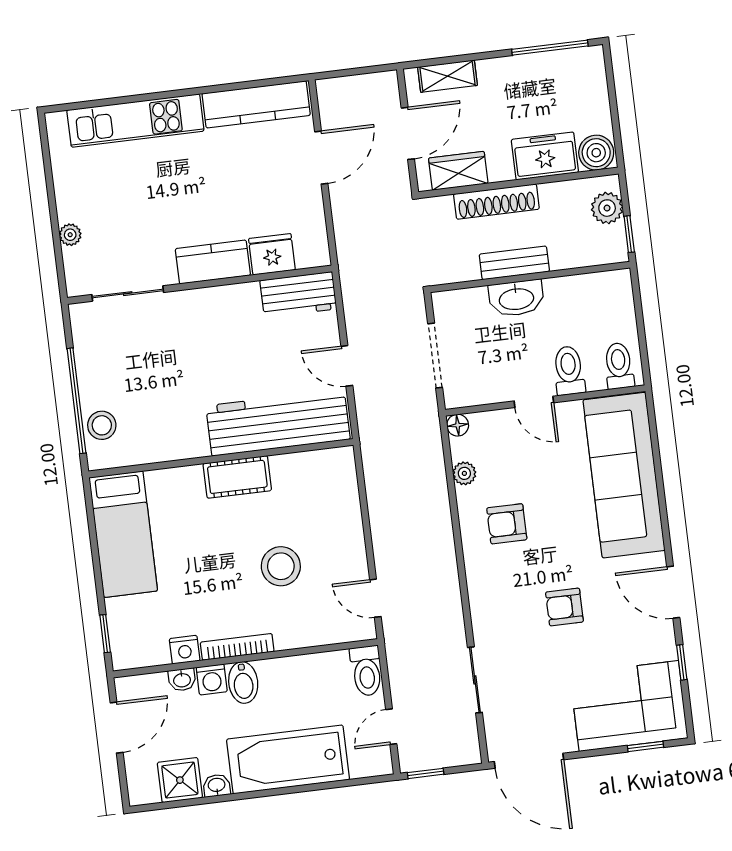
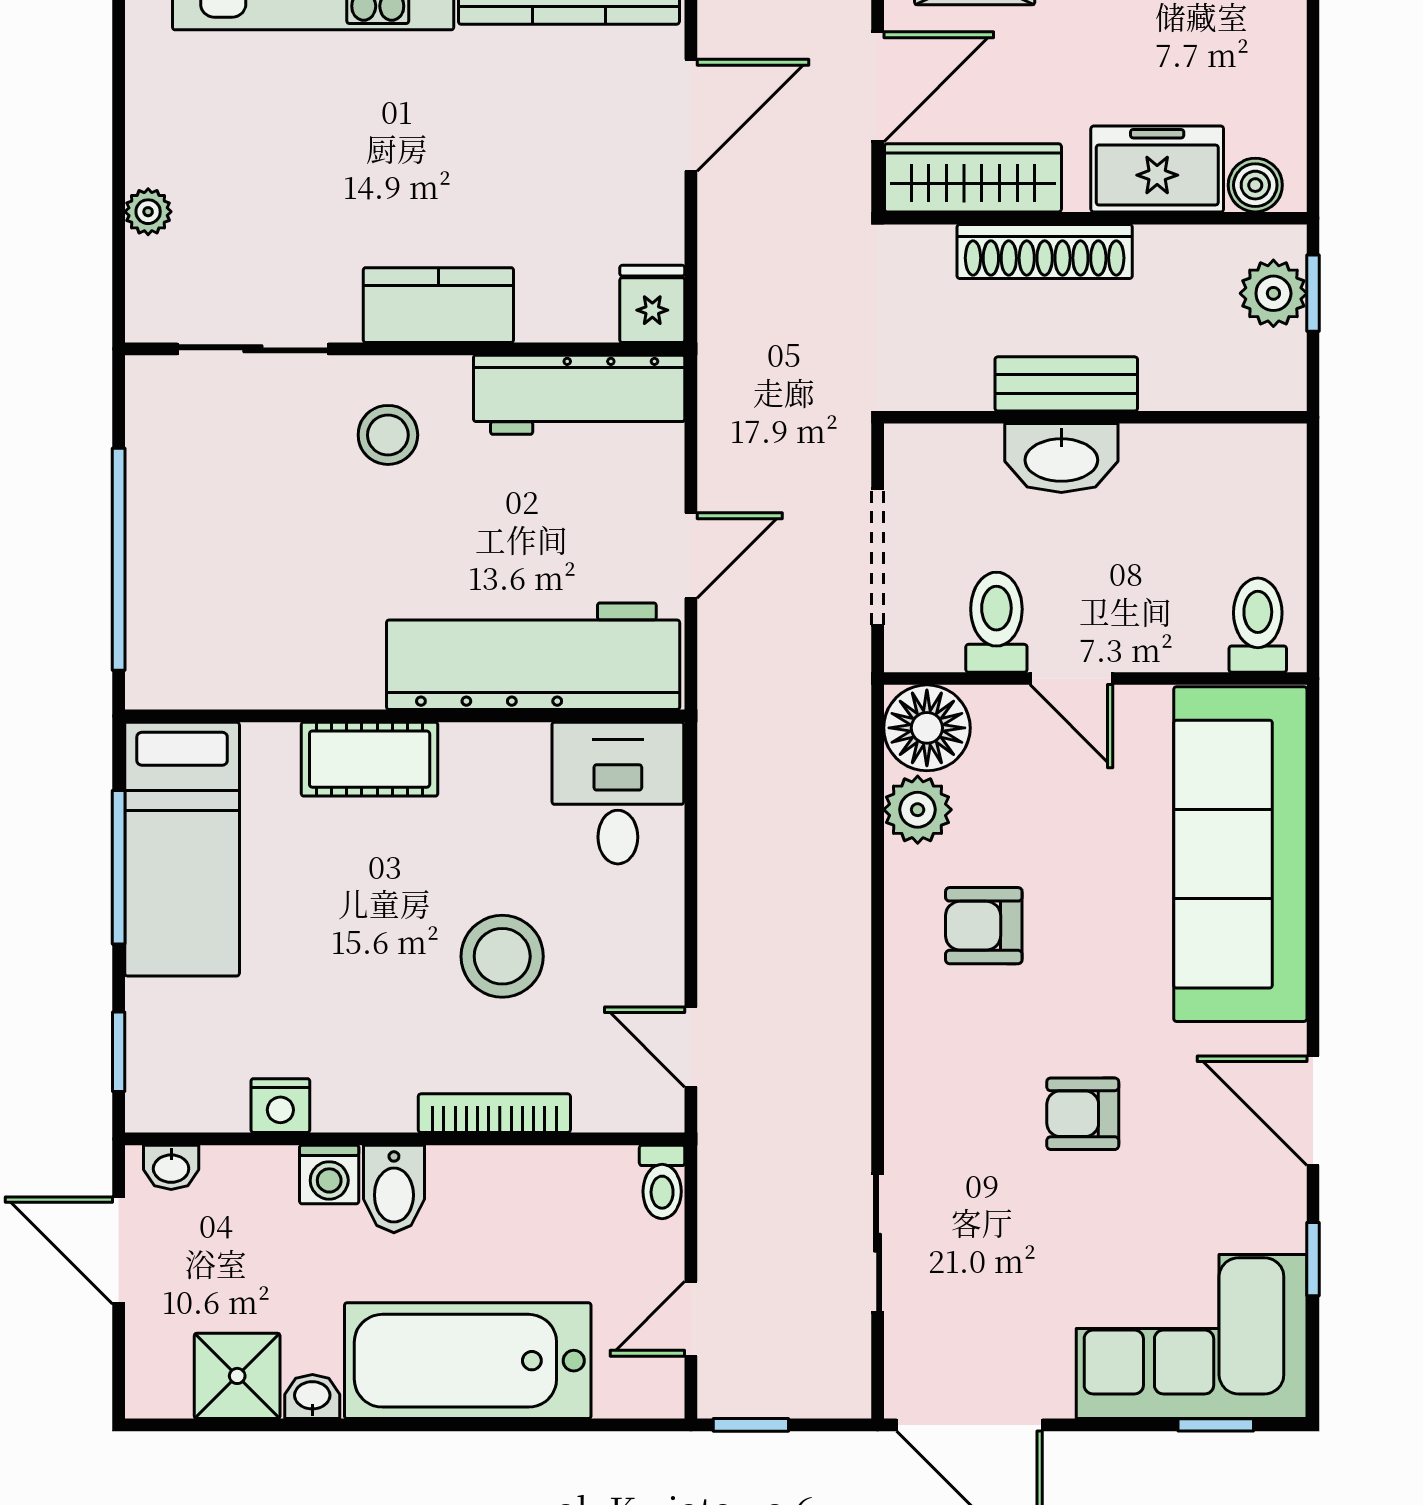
boiler: (596, 153) -> (1255, 185), width x0.73, depth x0.73
wardrobe: (458, 171) -> (973, 178), width x1.50
window: (629, 234) -> (1313, 293), moved
fridge: (272, 254) -> (652, 304), moved, width x0.72
workbench: (298, 295) -> (579, 395), width x1.38
door: (347, 366) -> (691, 556), swing flipped
toilet: (569, 371) -> (996, 622), moved
stool: (102, 425) -> (388, 435), moved
floor lamp: (458, 425) -> (927, 728), width x1.89, depth x1.89
plant: (464, 473) -> (918, 810), width x1.38, depth x1.38
cot: (237, 477) -> (370, 759), moved
desk: (326, 482) -> (618, 793), added
window: (94, 546) -> (119, 867), added
bookcase: (237, 647) -> (494, 1113), moved
toilet: (366, 671) -> (662, 1182), width x0.73, depth x0.72
washbasin: (182, 680) -> (171, 1167), moved
door: (117, 728) -> (119, 1250), swing flipped

